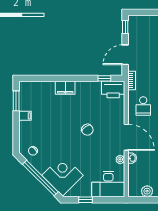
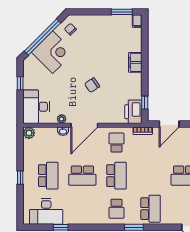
door: (125, 55) -> (169, 124), swing flipped
school desk: (143, 106) -> (116, 143), turned 90
filing cabinet: (25, 116) -> (137, 21), moved
corner desk: (62, 175) -> (53, 52), moved
plant: (147, 191) -> (29, 133), moved

